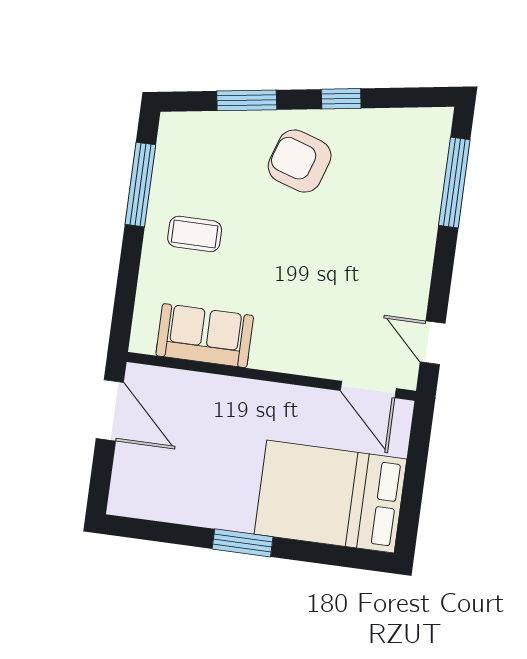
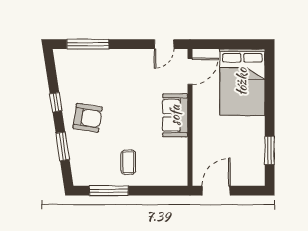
armchair: (300, 161) -> (88, 118), turned -99
sofa: (205, 336) -> (175, 115), moved
window: (243, 543) -> (270, 150), moved

